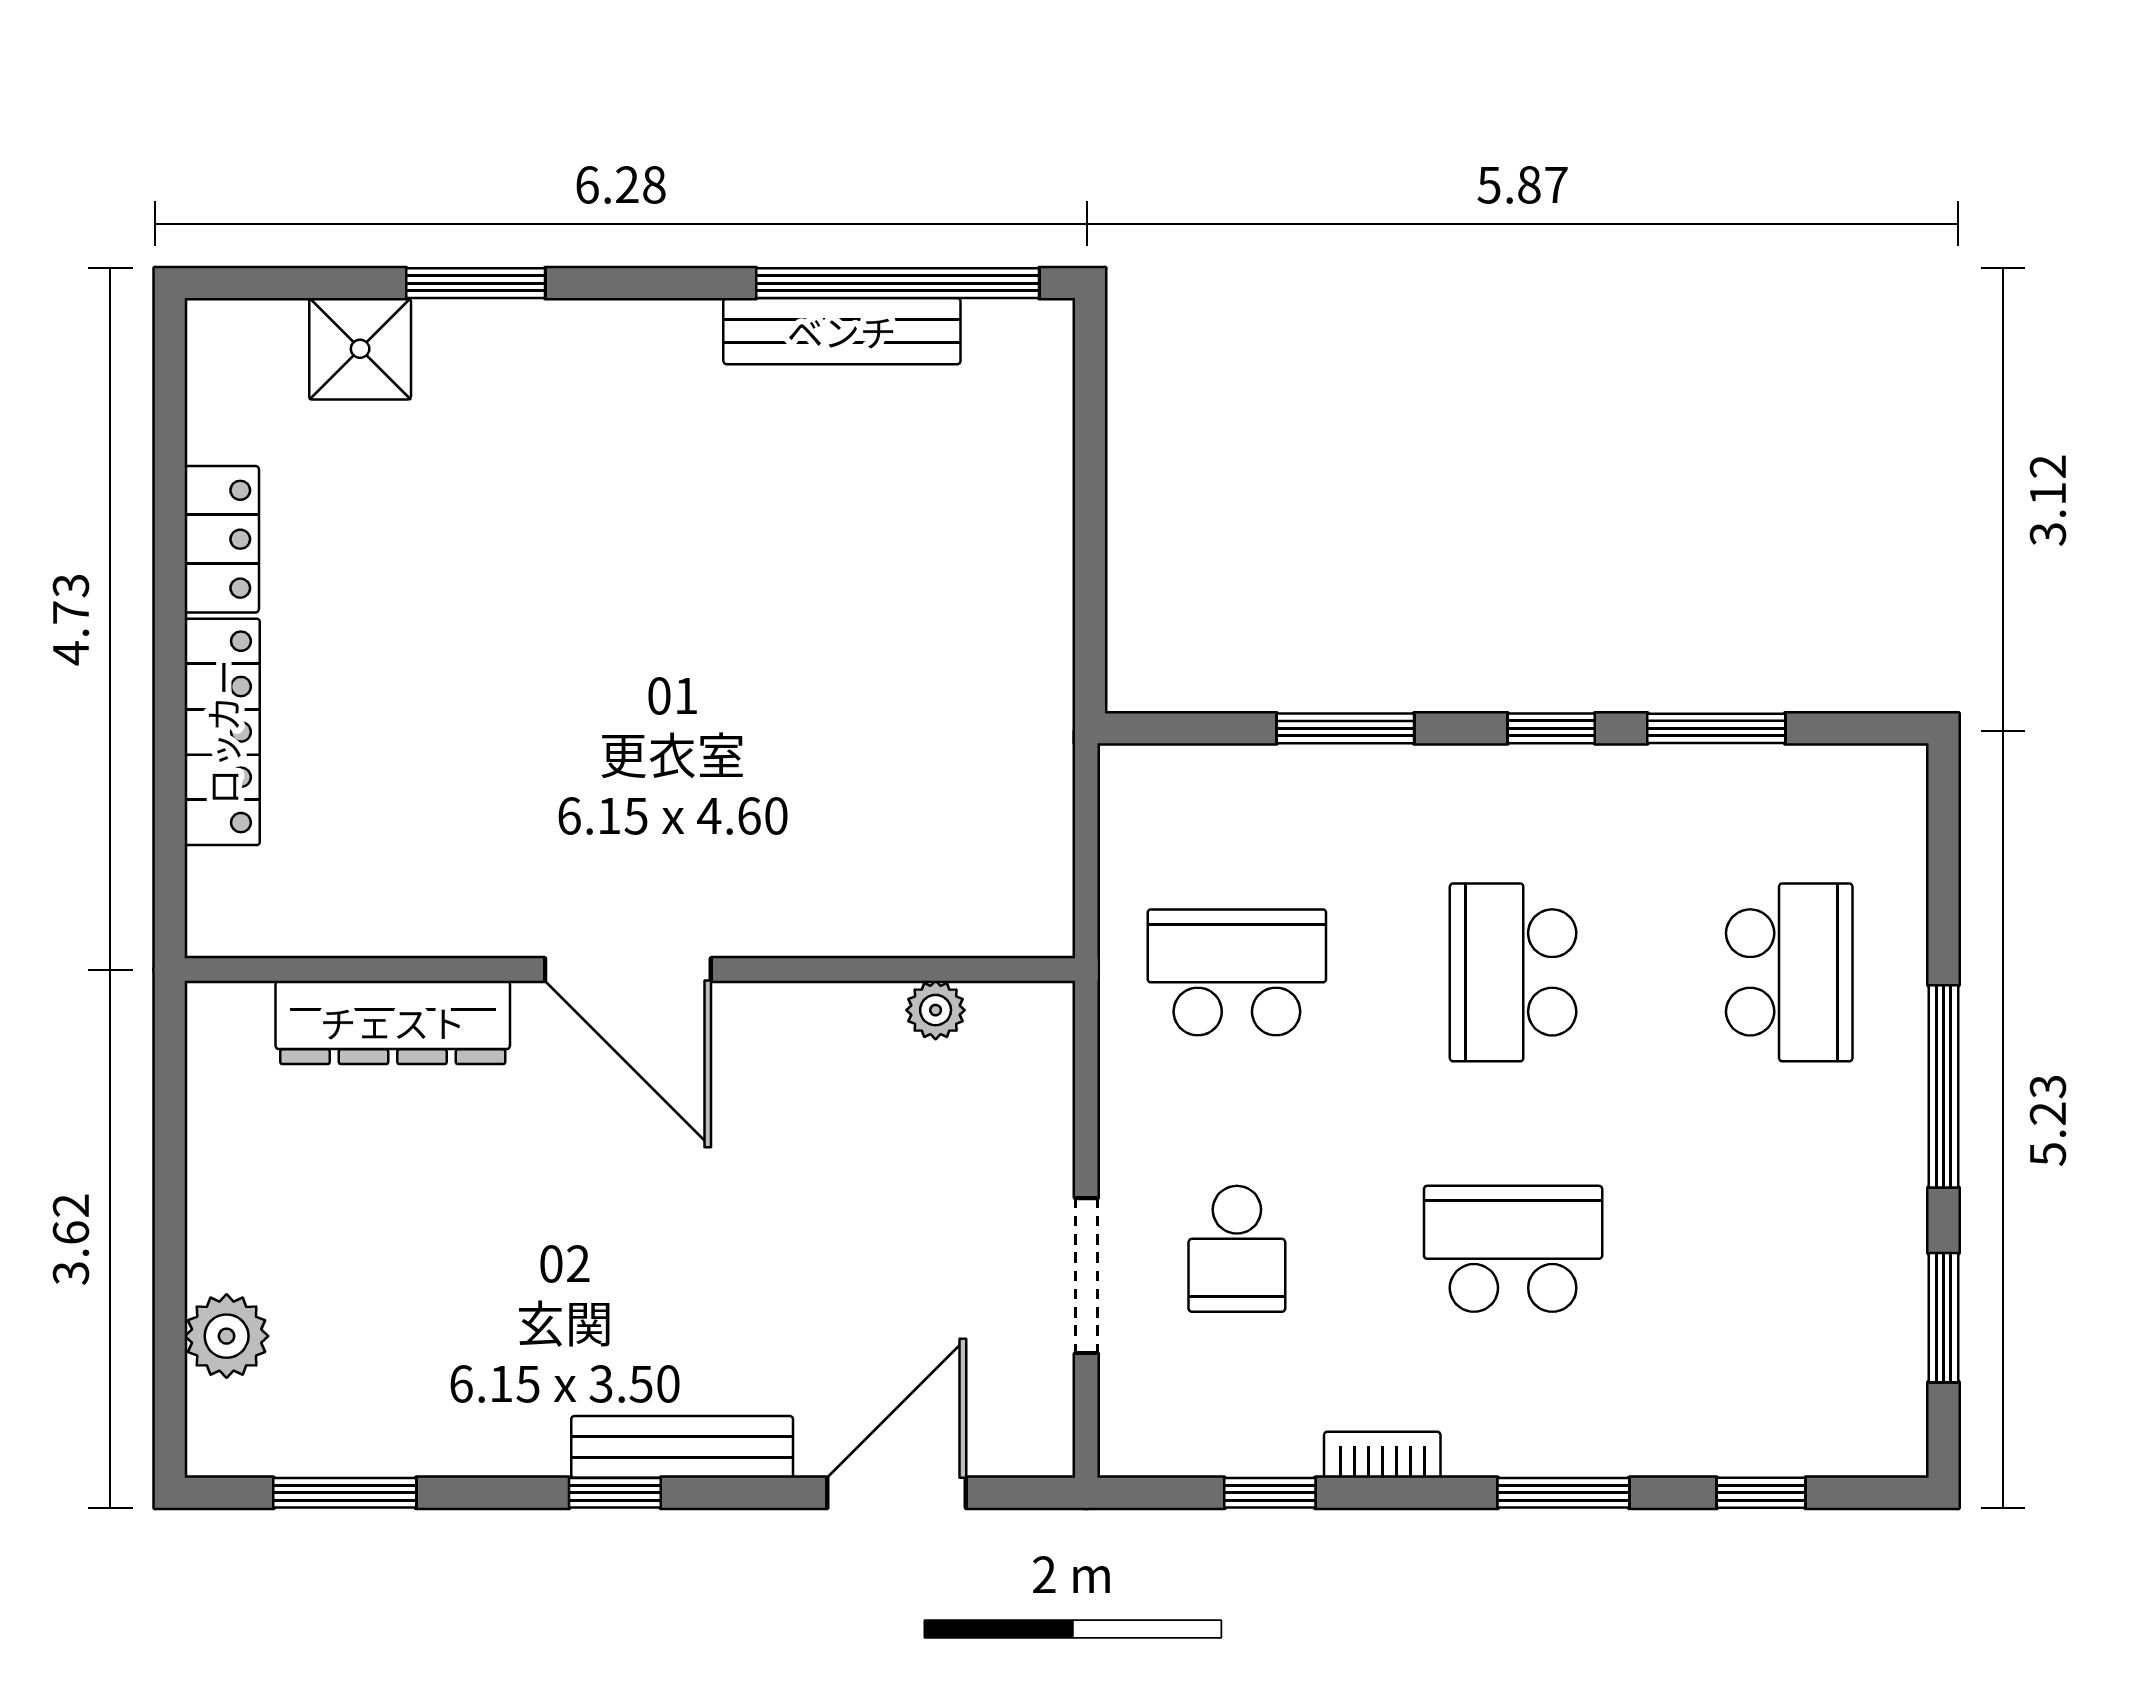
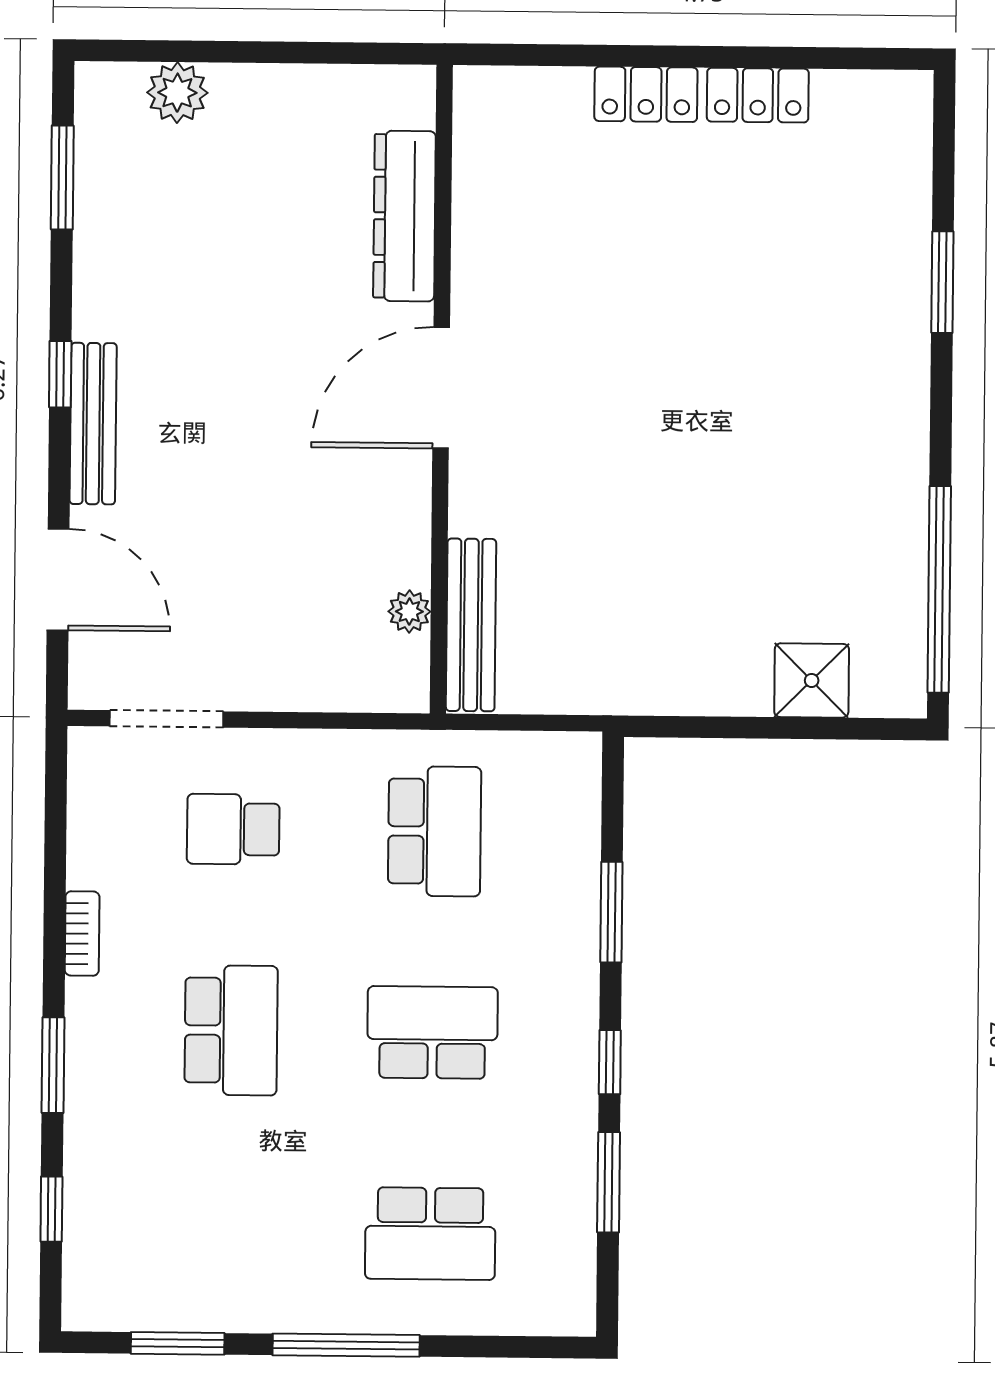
bench: (842, 331) -> (471, 625), moved
shower: (360, 349) -> (812, 680), moved
locker: (222, 732) -> (646, 94), width x0.66
doorway: (1086, 1276) -> (167, 719), moved
window: (1270, 1493) -> (55, 851), removed

